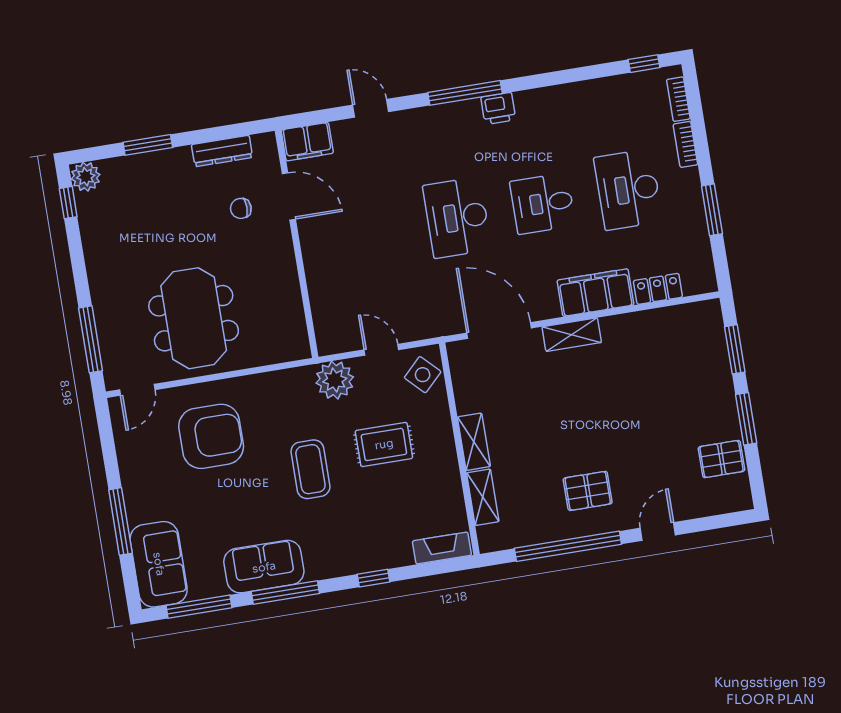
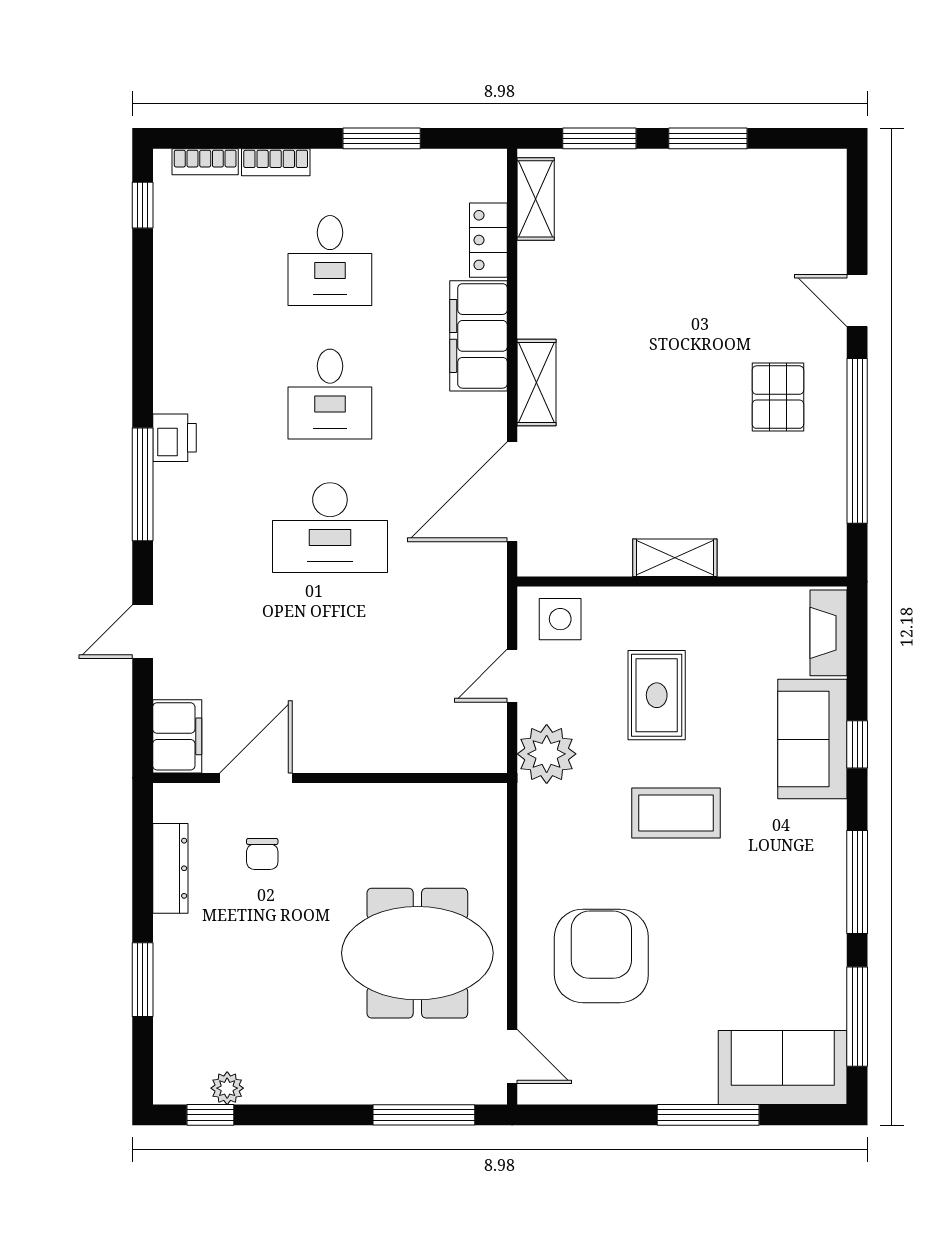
plant: (86, 177) -> (227, 1088), moved, width x0.73, depth x0.73
desk: (628, 190) -> (330, 261), width x0.73
side table: (423, 375) -> (560, 619), turned 45
pallet: (721, 459) -> (763, 186), removed
shelving: (483, 497) -> (536, 199), moved, turned 90
sofa: (264, 567) -> (812, 739), moved

